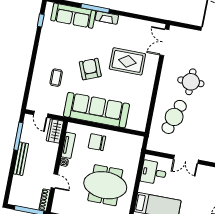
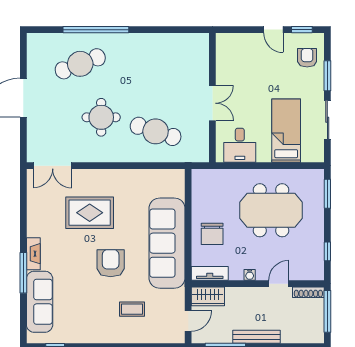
rug: (127, 61) -> (90, 213), turned 90
armchair: (90, 69) -> (111, 263), turned 112
tv unit: (68, 145) -> (210, 273), moved
meeting table: (105, 185) -> (271, 210), turned 90

